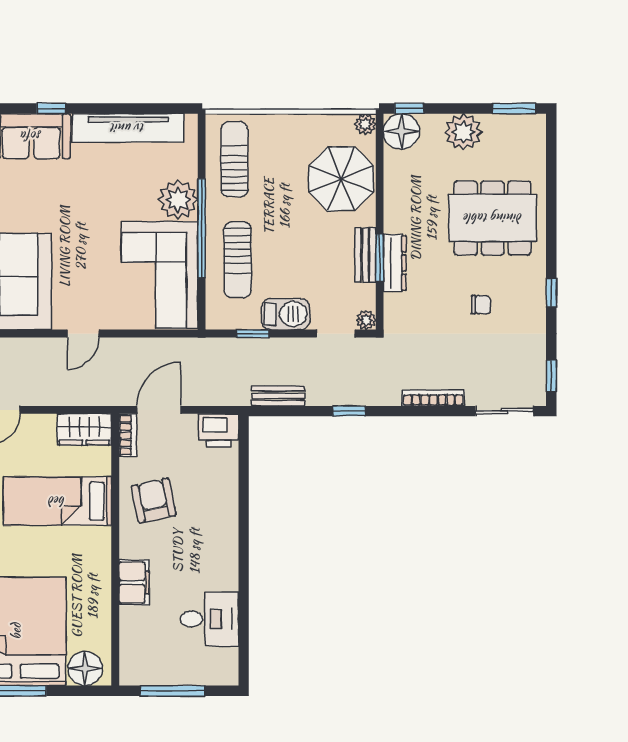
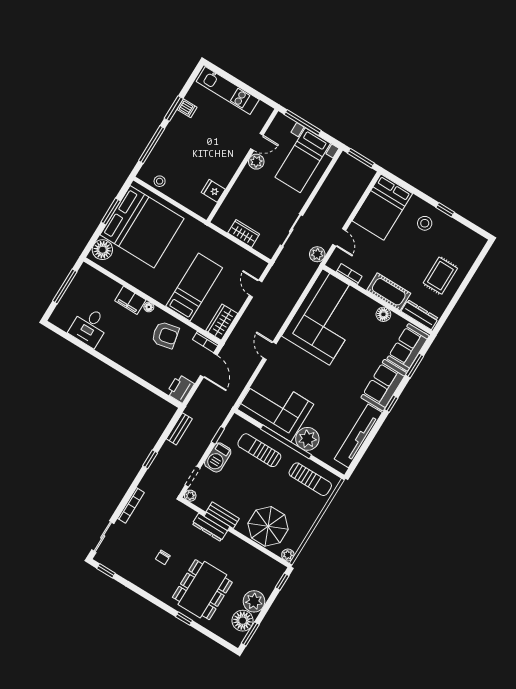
floor lamp: (401, 132) -> (243, 621), moved
window: (551, 293) -> (184, 619), moved
floor lamp: (127, 550) -> (149, 307), added

